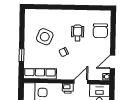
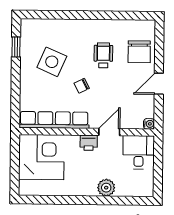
window: (22, 55) -> (16, 47), moved
door: (113, 62) -> (159, 84), moved
row of seats: (40, 74) -> (54, 120), width x1.36

